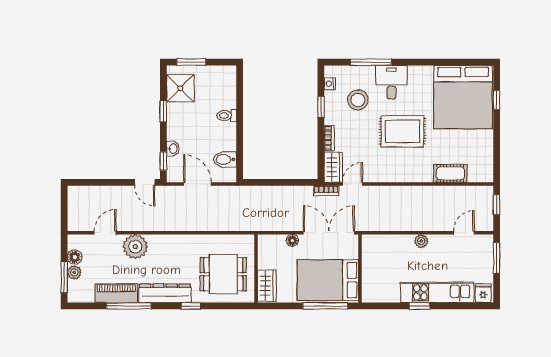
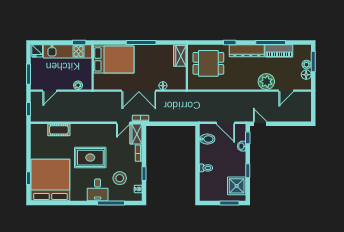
wall: (360, 269) -> (93, 67), moved
bed: (328, 280) -> (114, 59), moved

